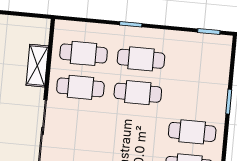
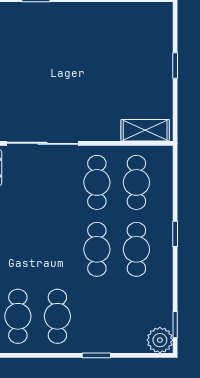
plant: (221, 46) -> (160, 340), added
shelving: (37, 66) -> (145, 130), moved

